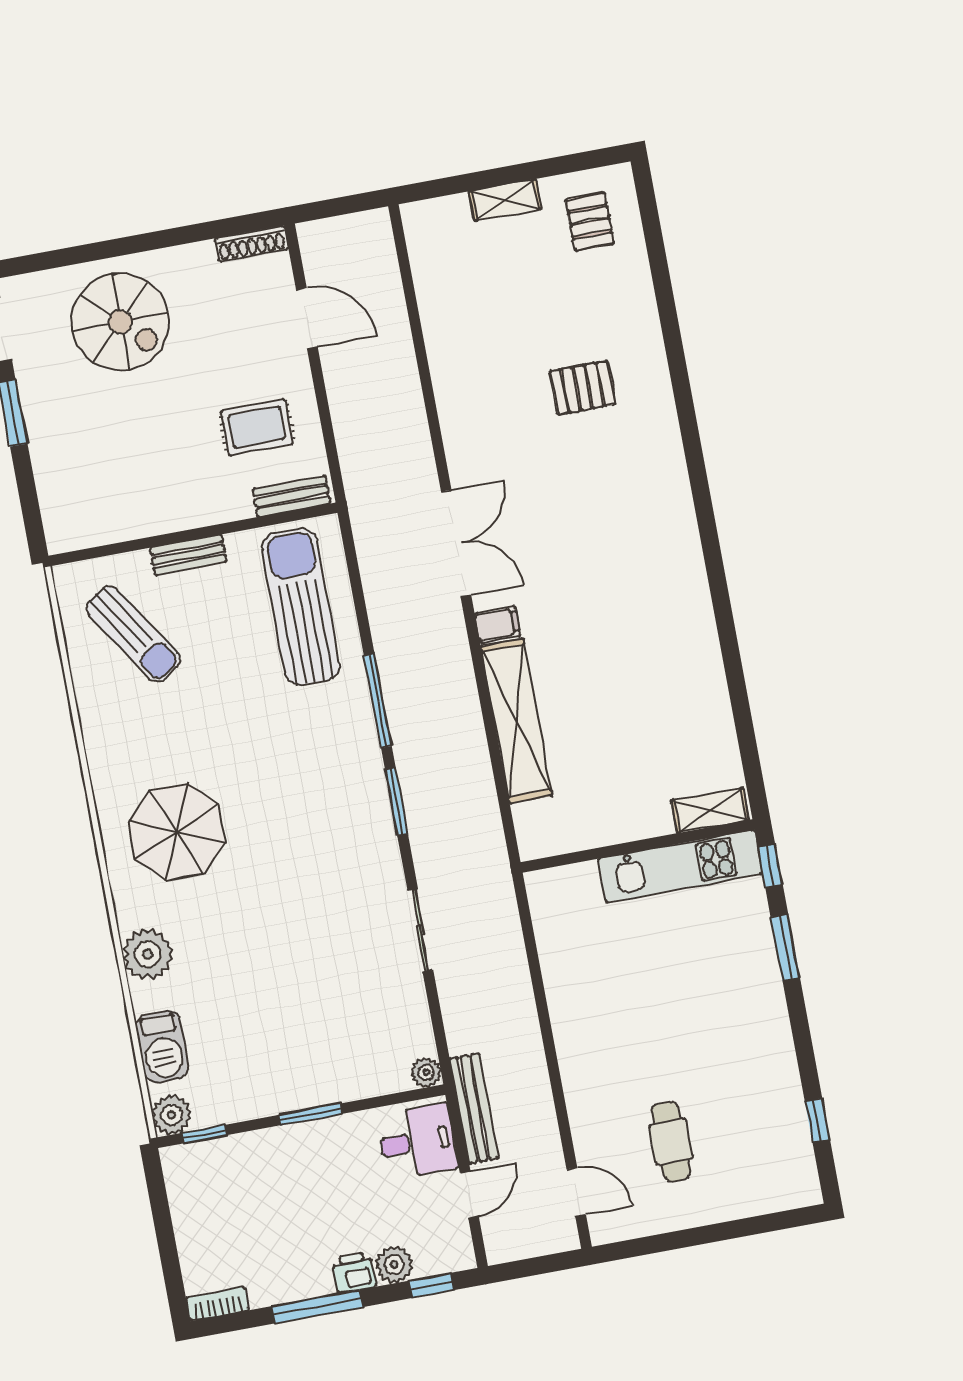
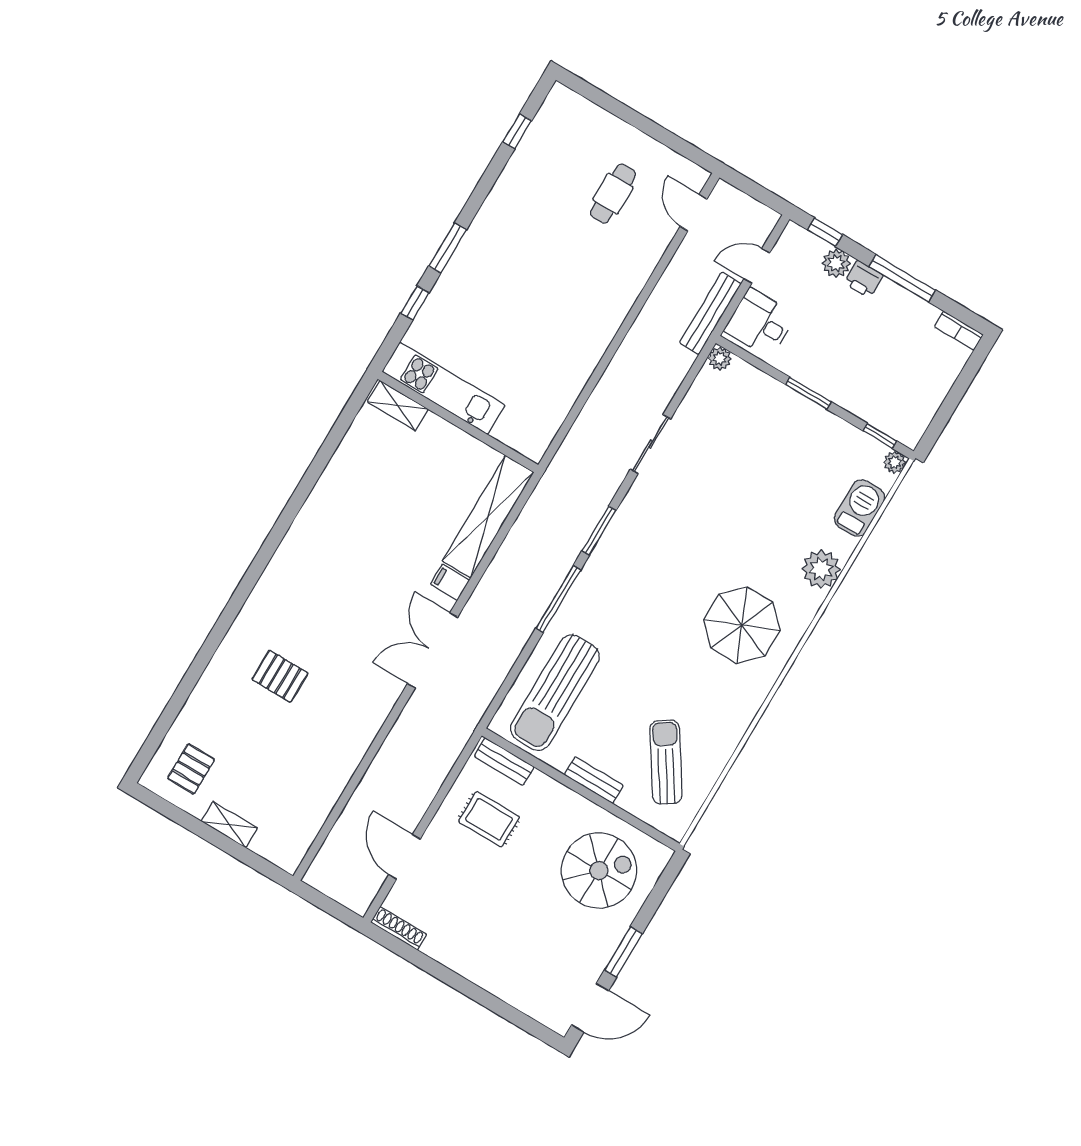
spiral stairs: (120, 322) -> (599, 871), moved, turned 90
shelving: (710, 810) -> (398, 406), moved
wall: (638, 846) -> (458, 422), moved
kitchen unit: (680, 866) -> (444, 388), moved
plant: (172, 1115) -> (895, 462), width x0.73, depth x0.73

